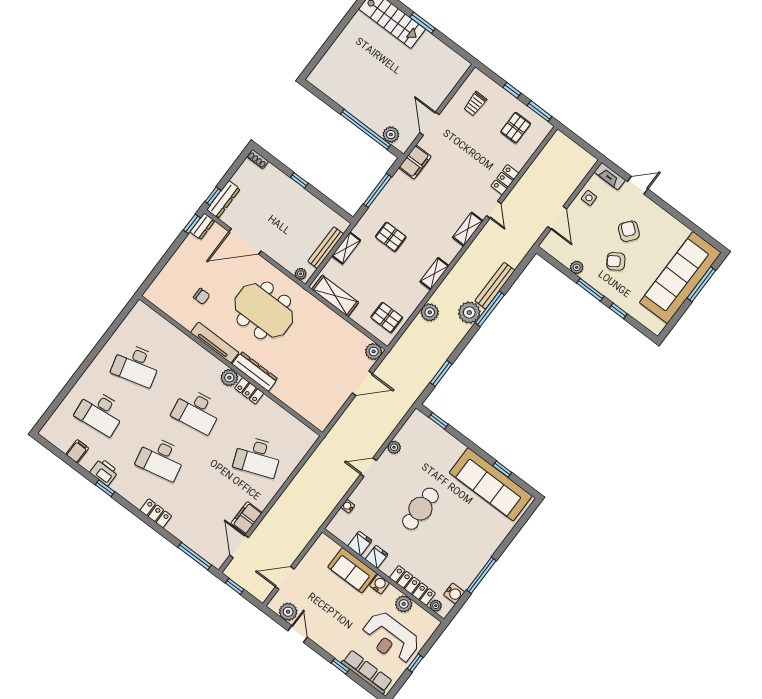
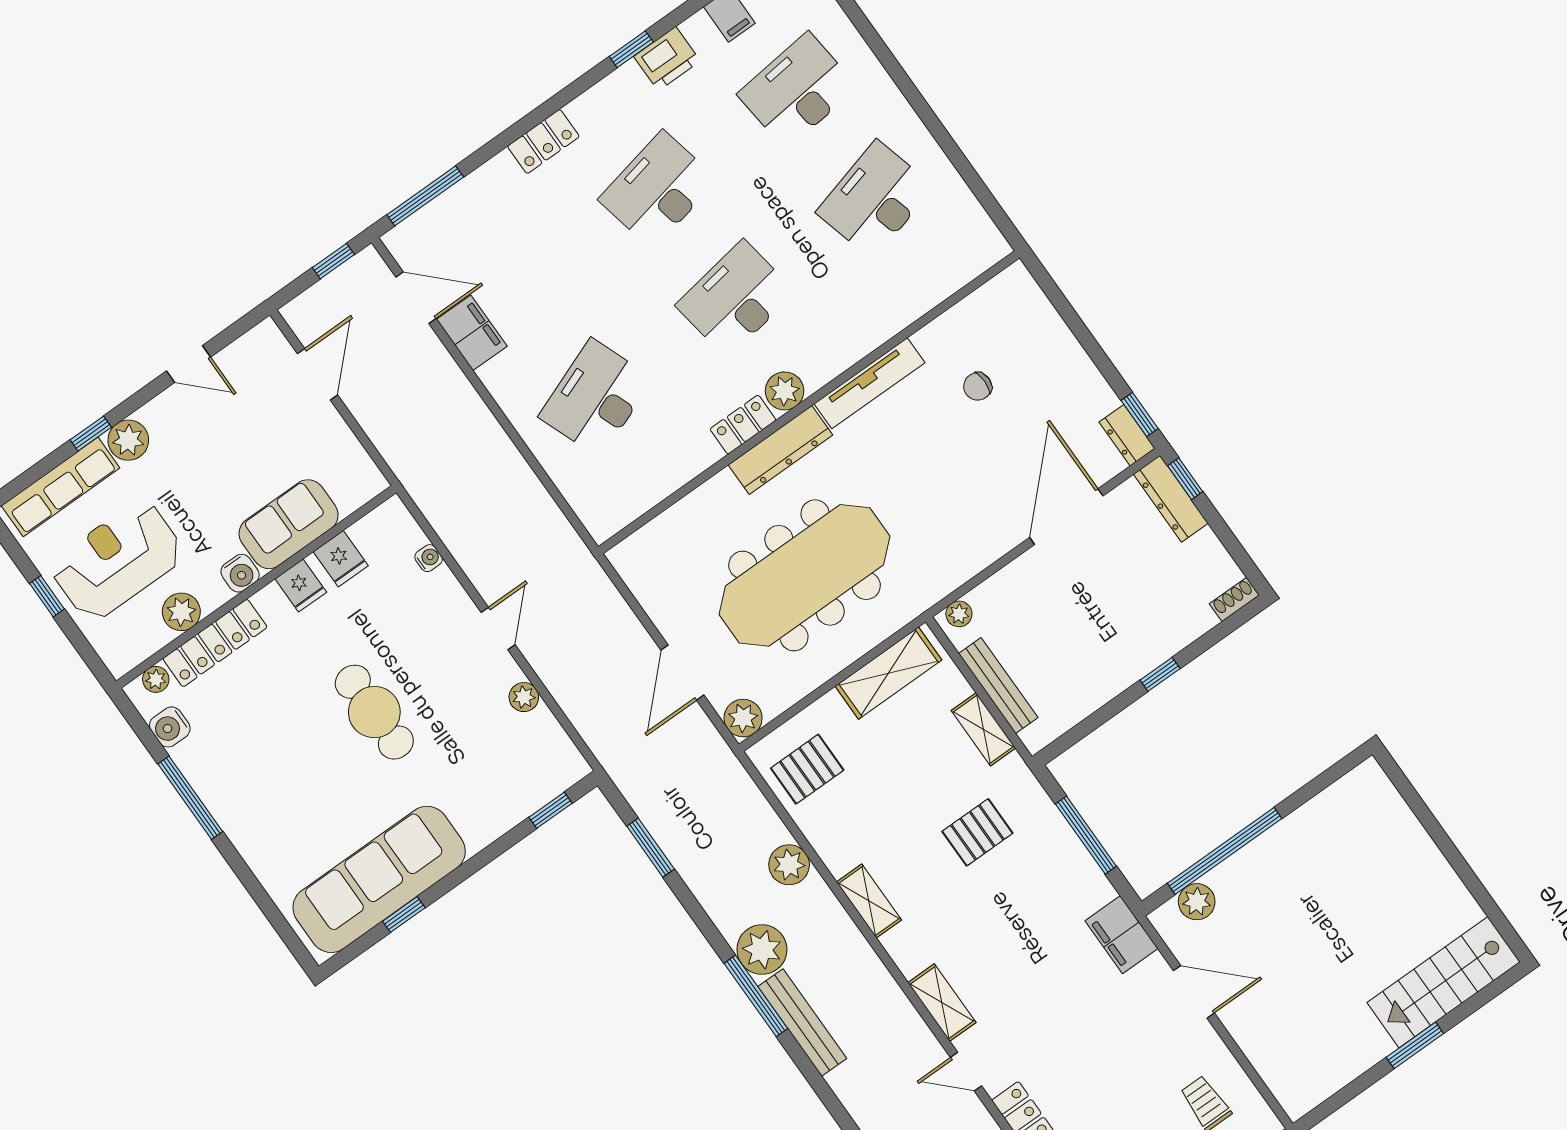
meeting table: (264, 310) -> (804, 575), moved, width x1.36
plant: (288, 612) -> (128, 440), moved

